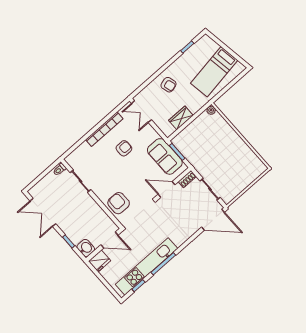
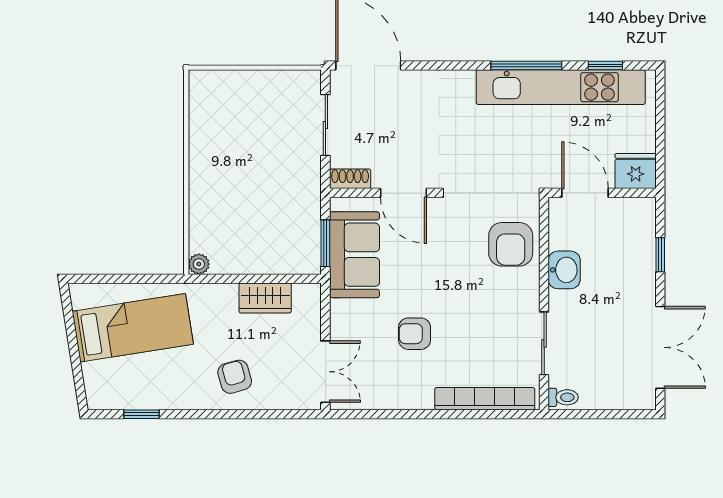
bookcase: (104, 129) -> (485, 399), moved
washbasin: (86, 248) -> (564, 270), moved, turned 180

